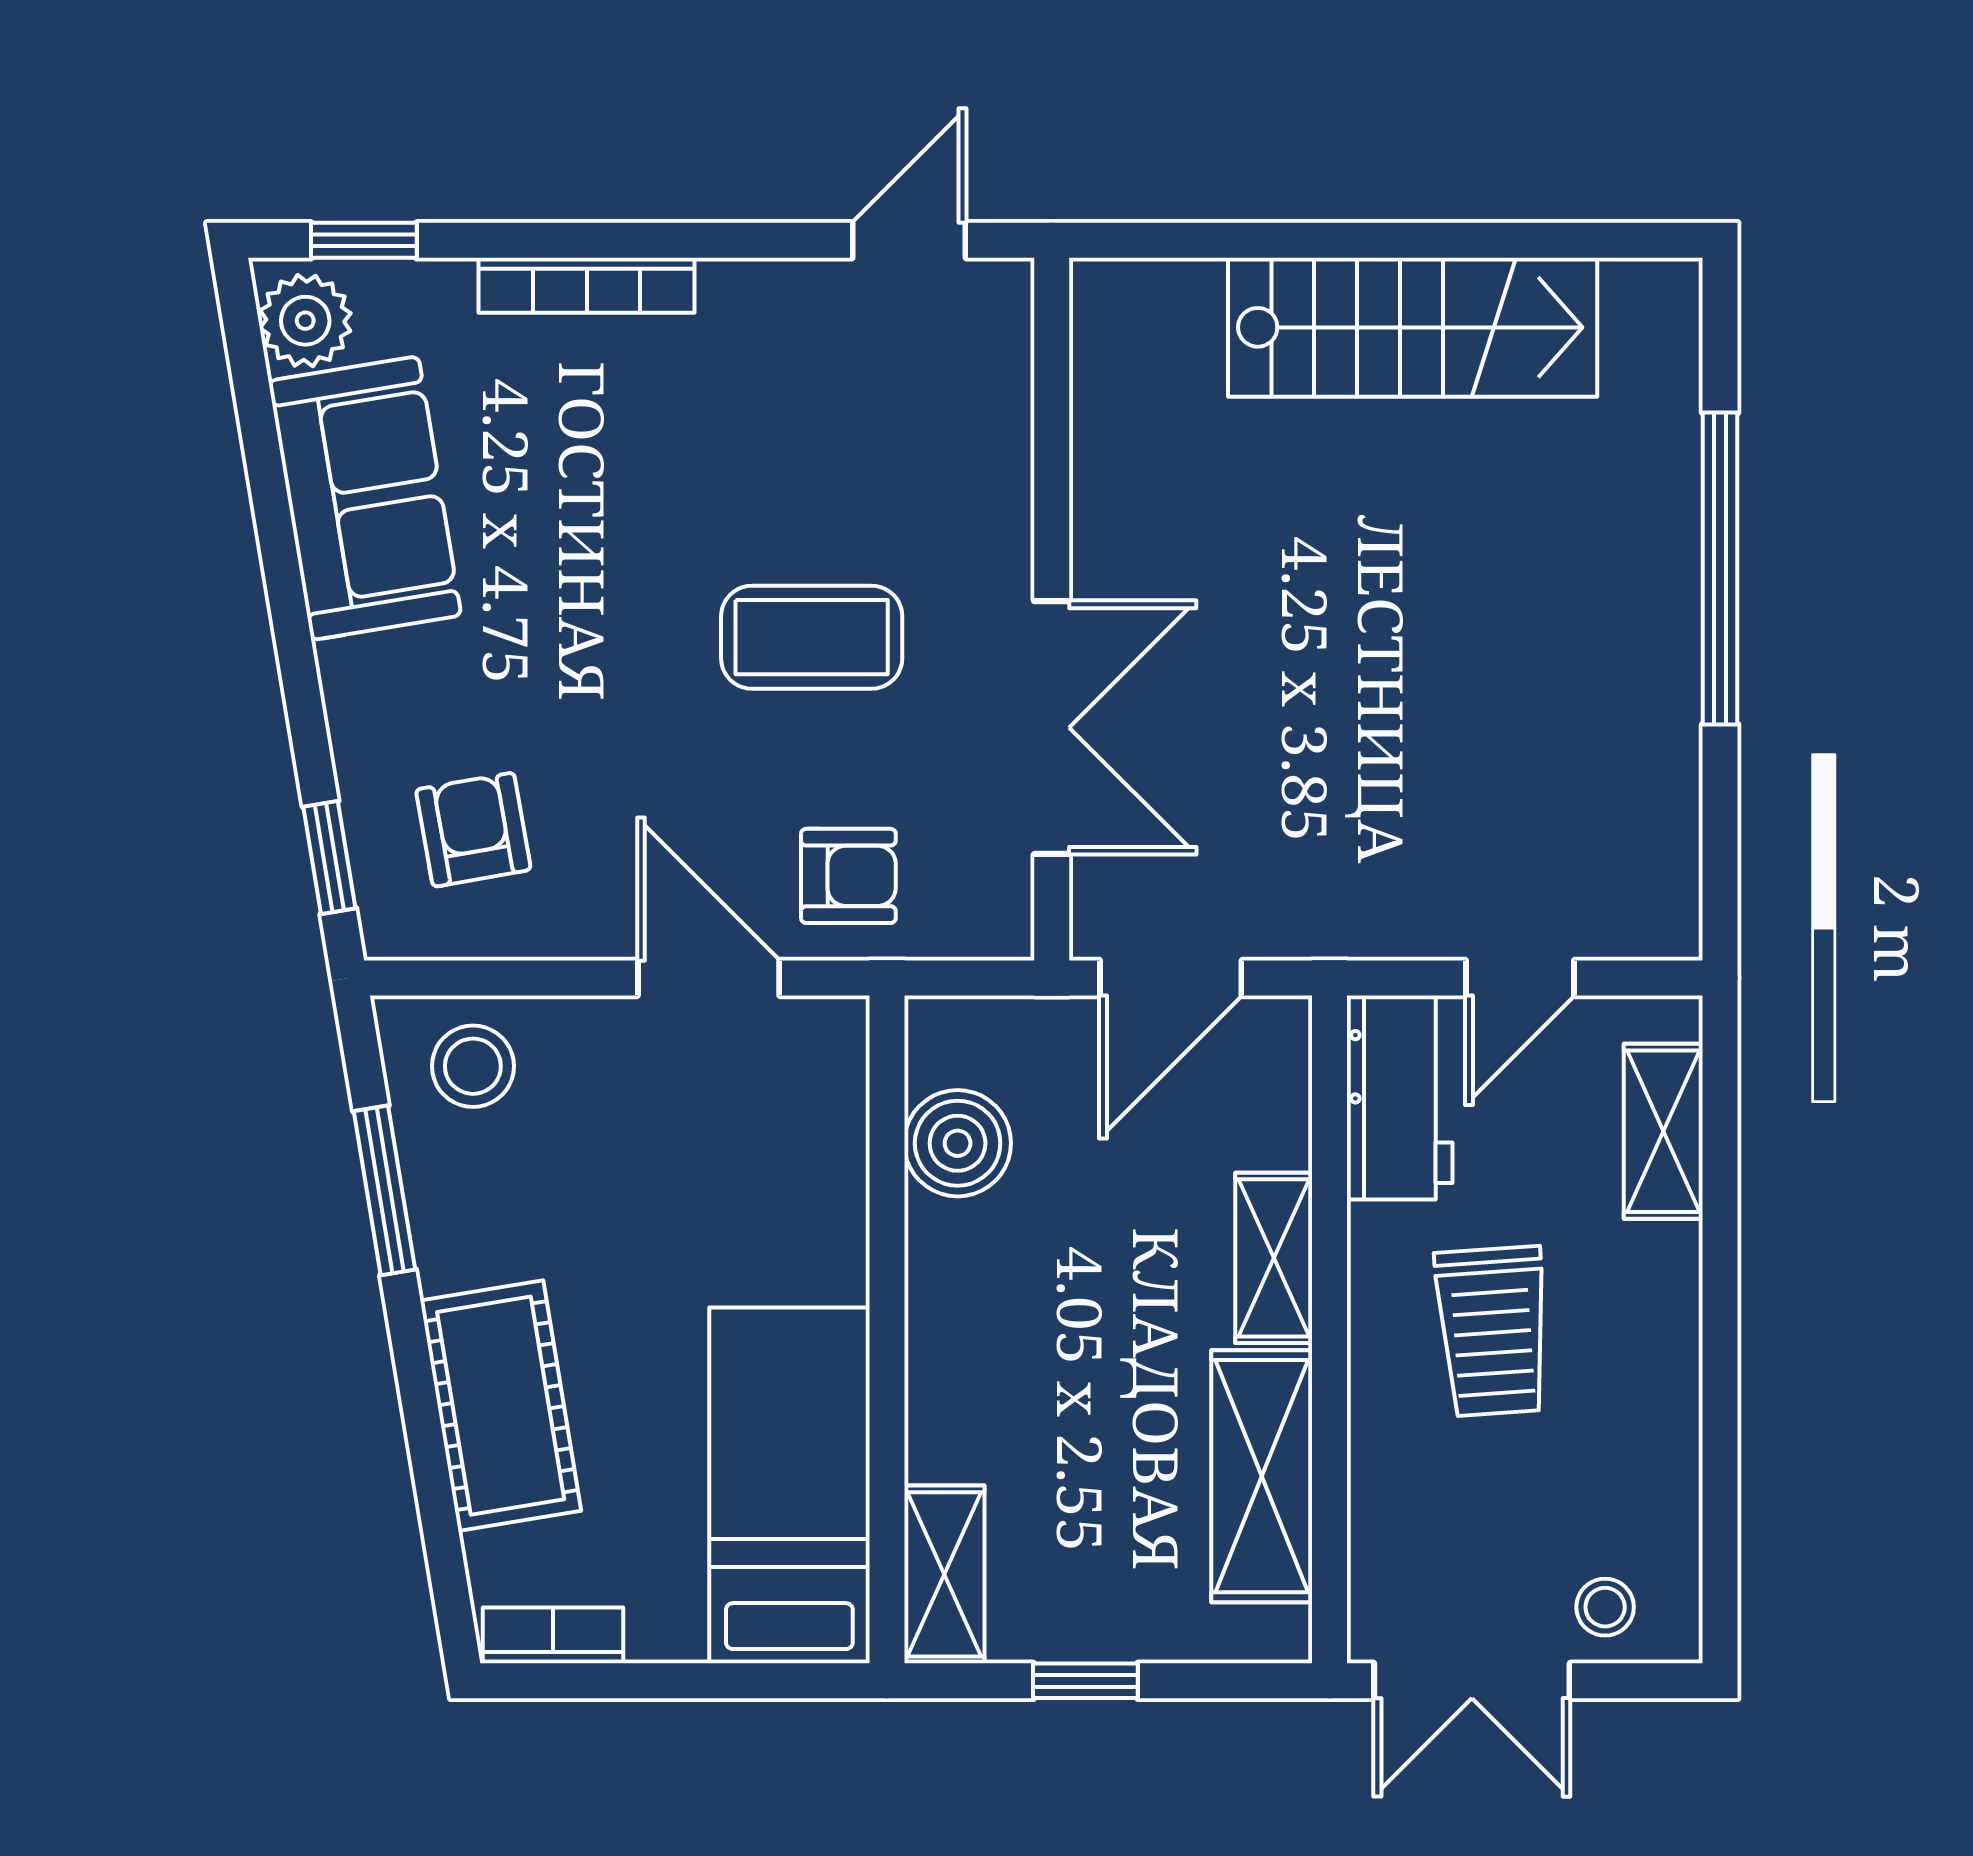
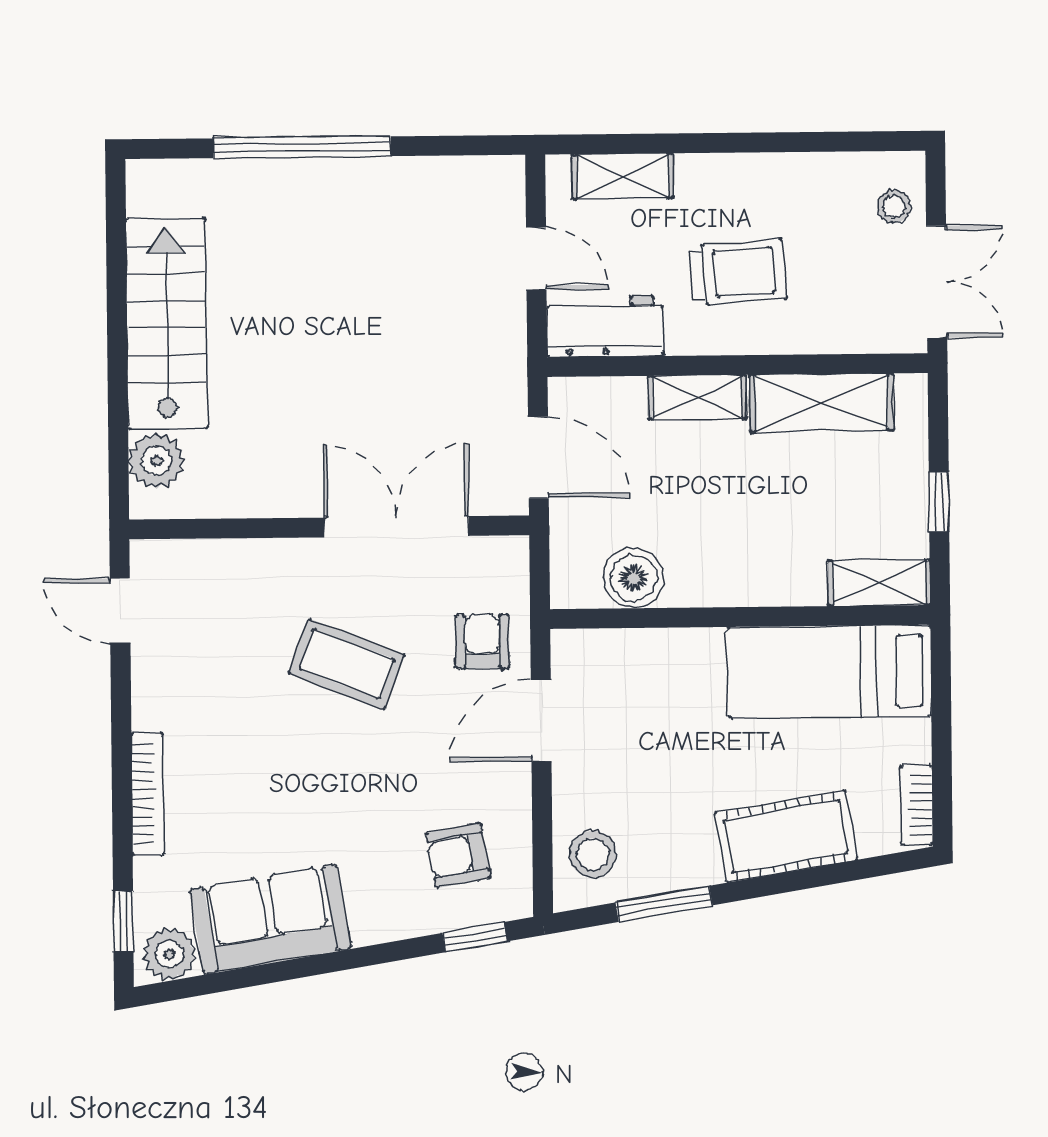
plant: (1172, 307) -> (156, 461), added
coffee table: (812, 637) -> (347, 664), turned -69

